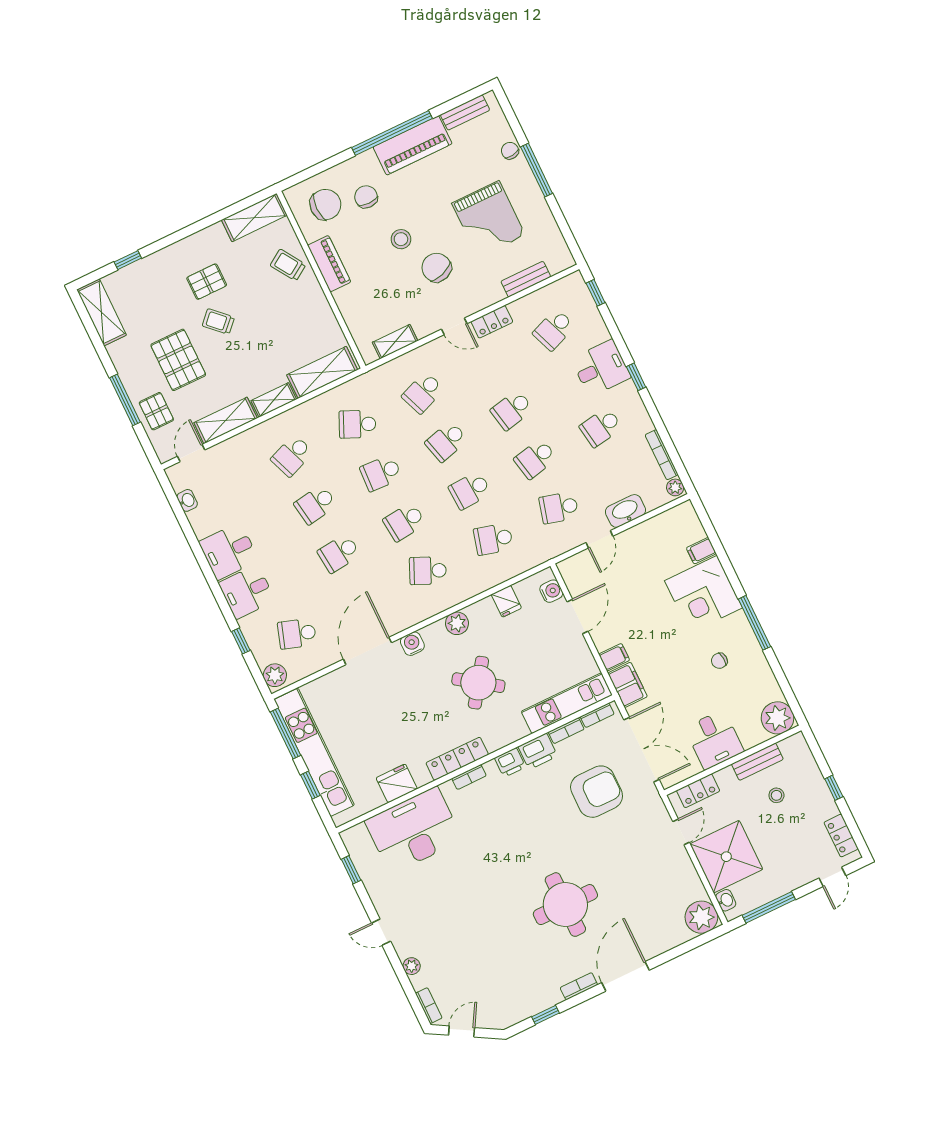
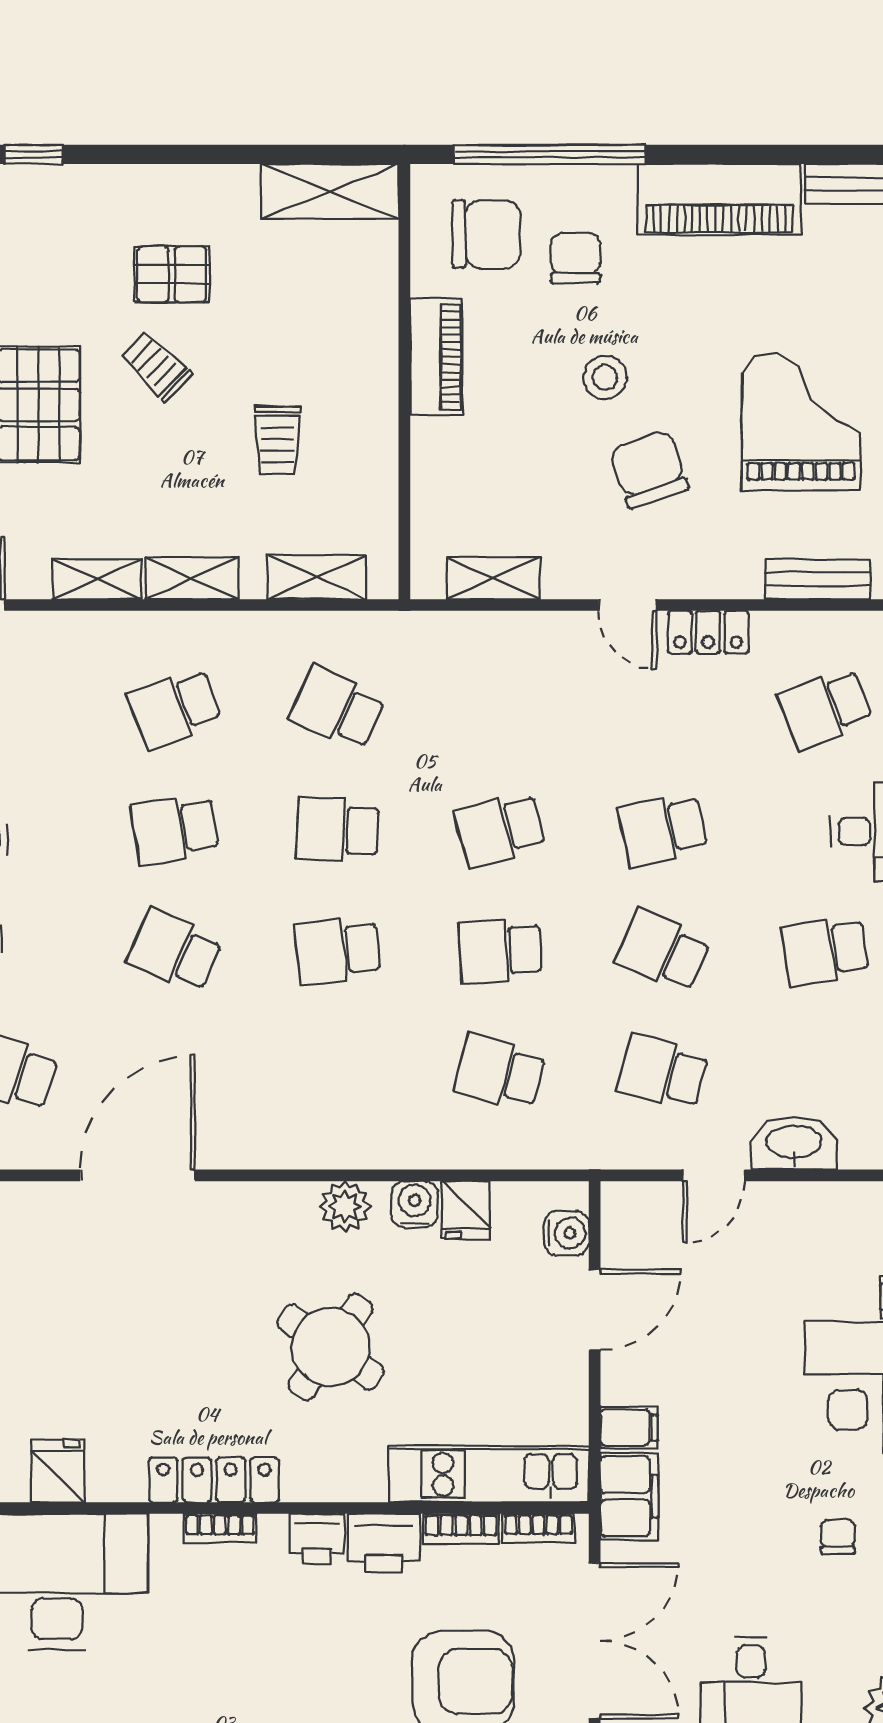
window: (392, 133) -> (550, 154), moved
grand piano: (489, 219) -> (801, 422), turned 180
trolley: (288, 265) -> (278, 440), moved, turned -147
shelving: (322, 372) -> (317, 577), width x0.67, depth x0.75
school desk: (423, 393) -> (500, 708), removed
shelving: (226, 420) -> (97, 579), width x0.67, depth x0.75
school desk: (535, 459) -> (663, 951), turned 36
school desk: (339, 553) -> (175, 951), turned 30
school desk: (428, 571) -> (337, 1072), removed
water cooler: (412, 644) -> (415, 1204), moved
chair: (719, 661) -> (838, 1537), turned 94
fridge: (397, 783) -> (58, 1471), width x0.72

